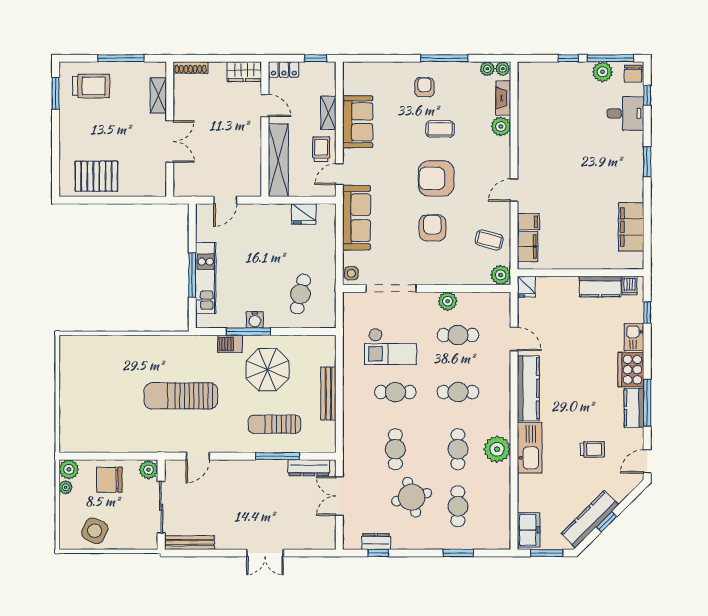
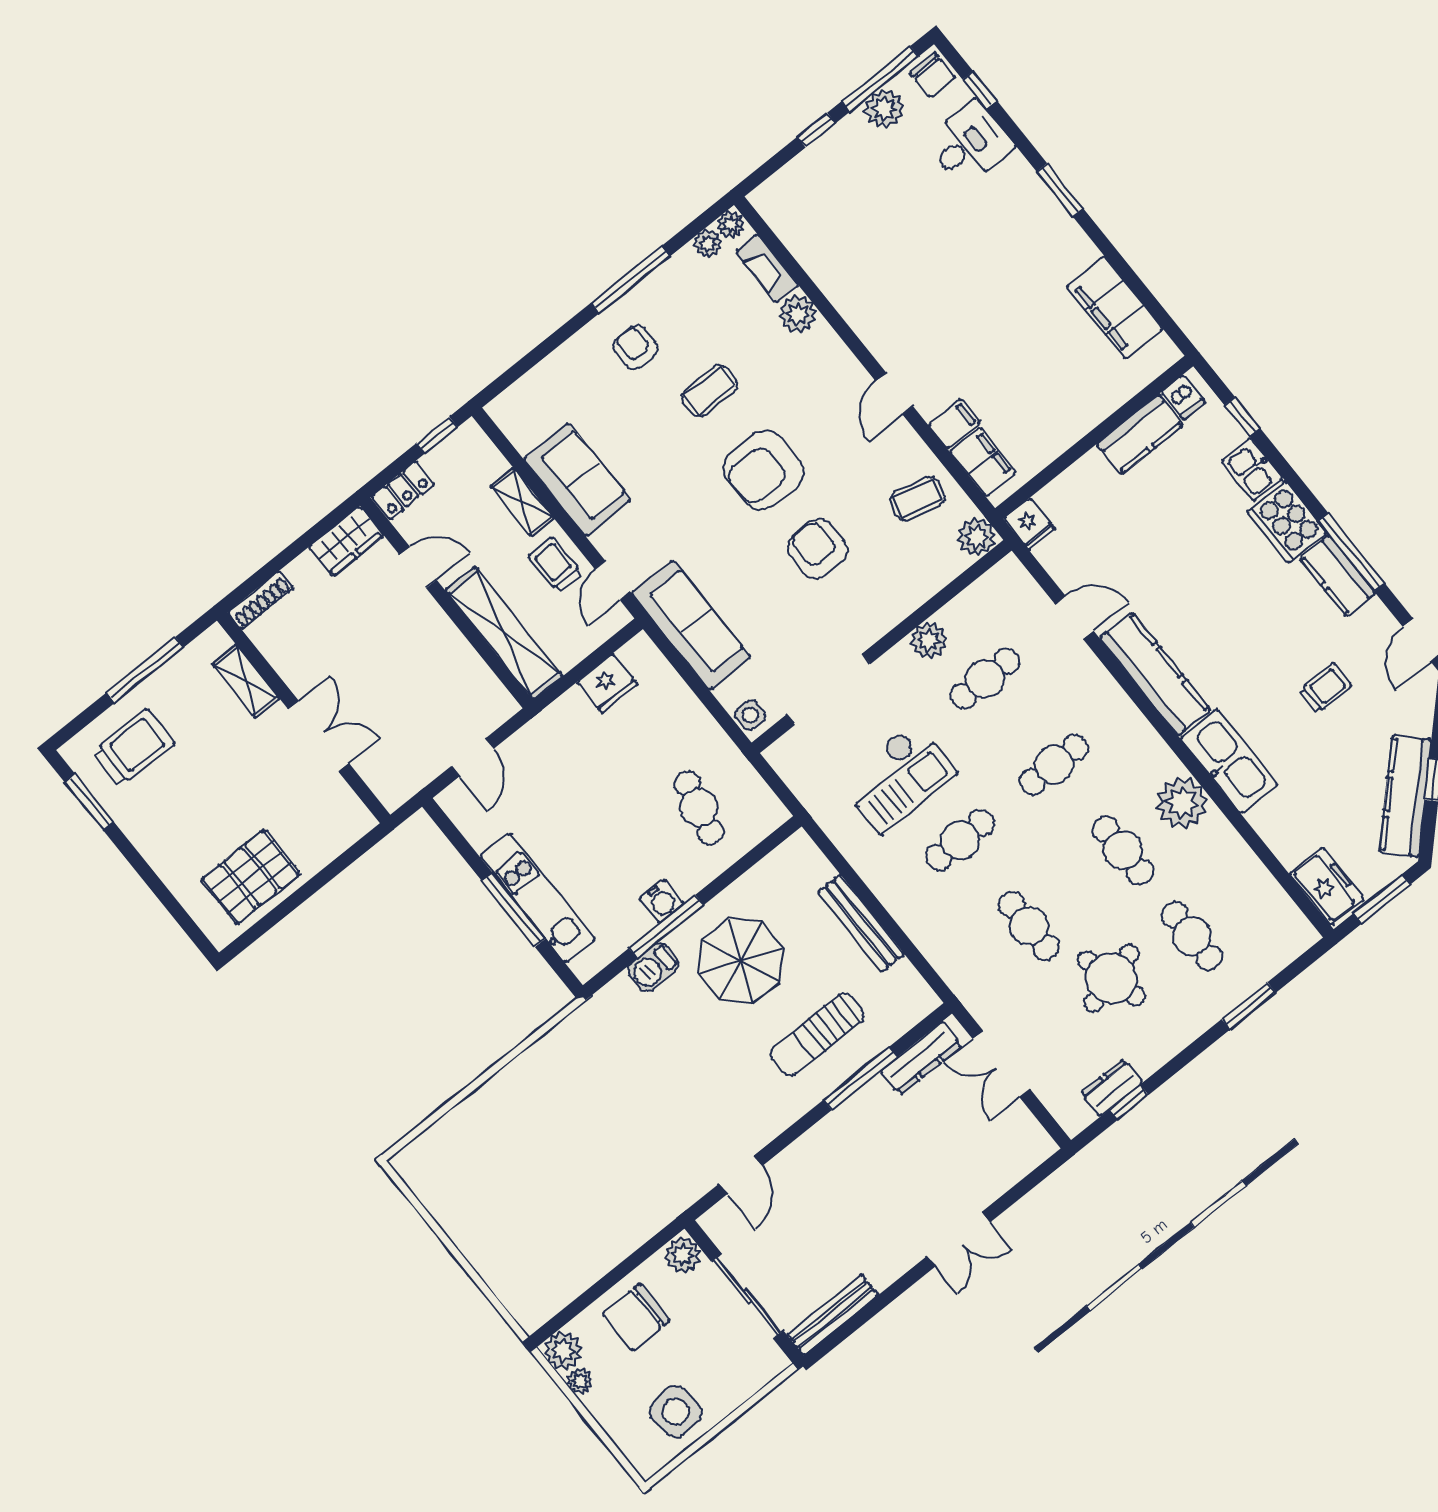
sun lounger: (181, 396) -> (642, 1105), removed
side table: (95, 531) -> (676, 1412), turned -31

